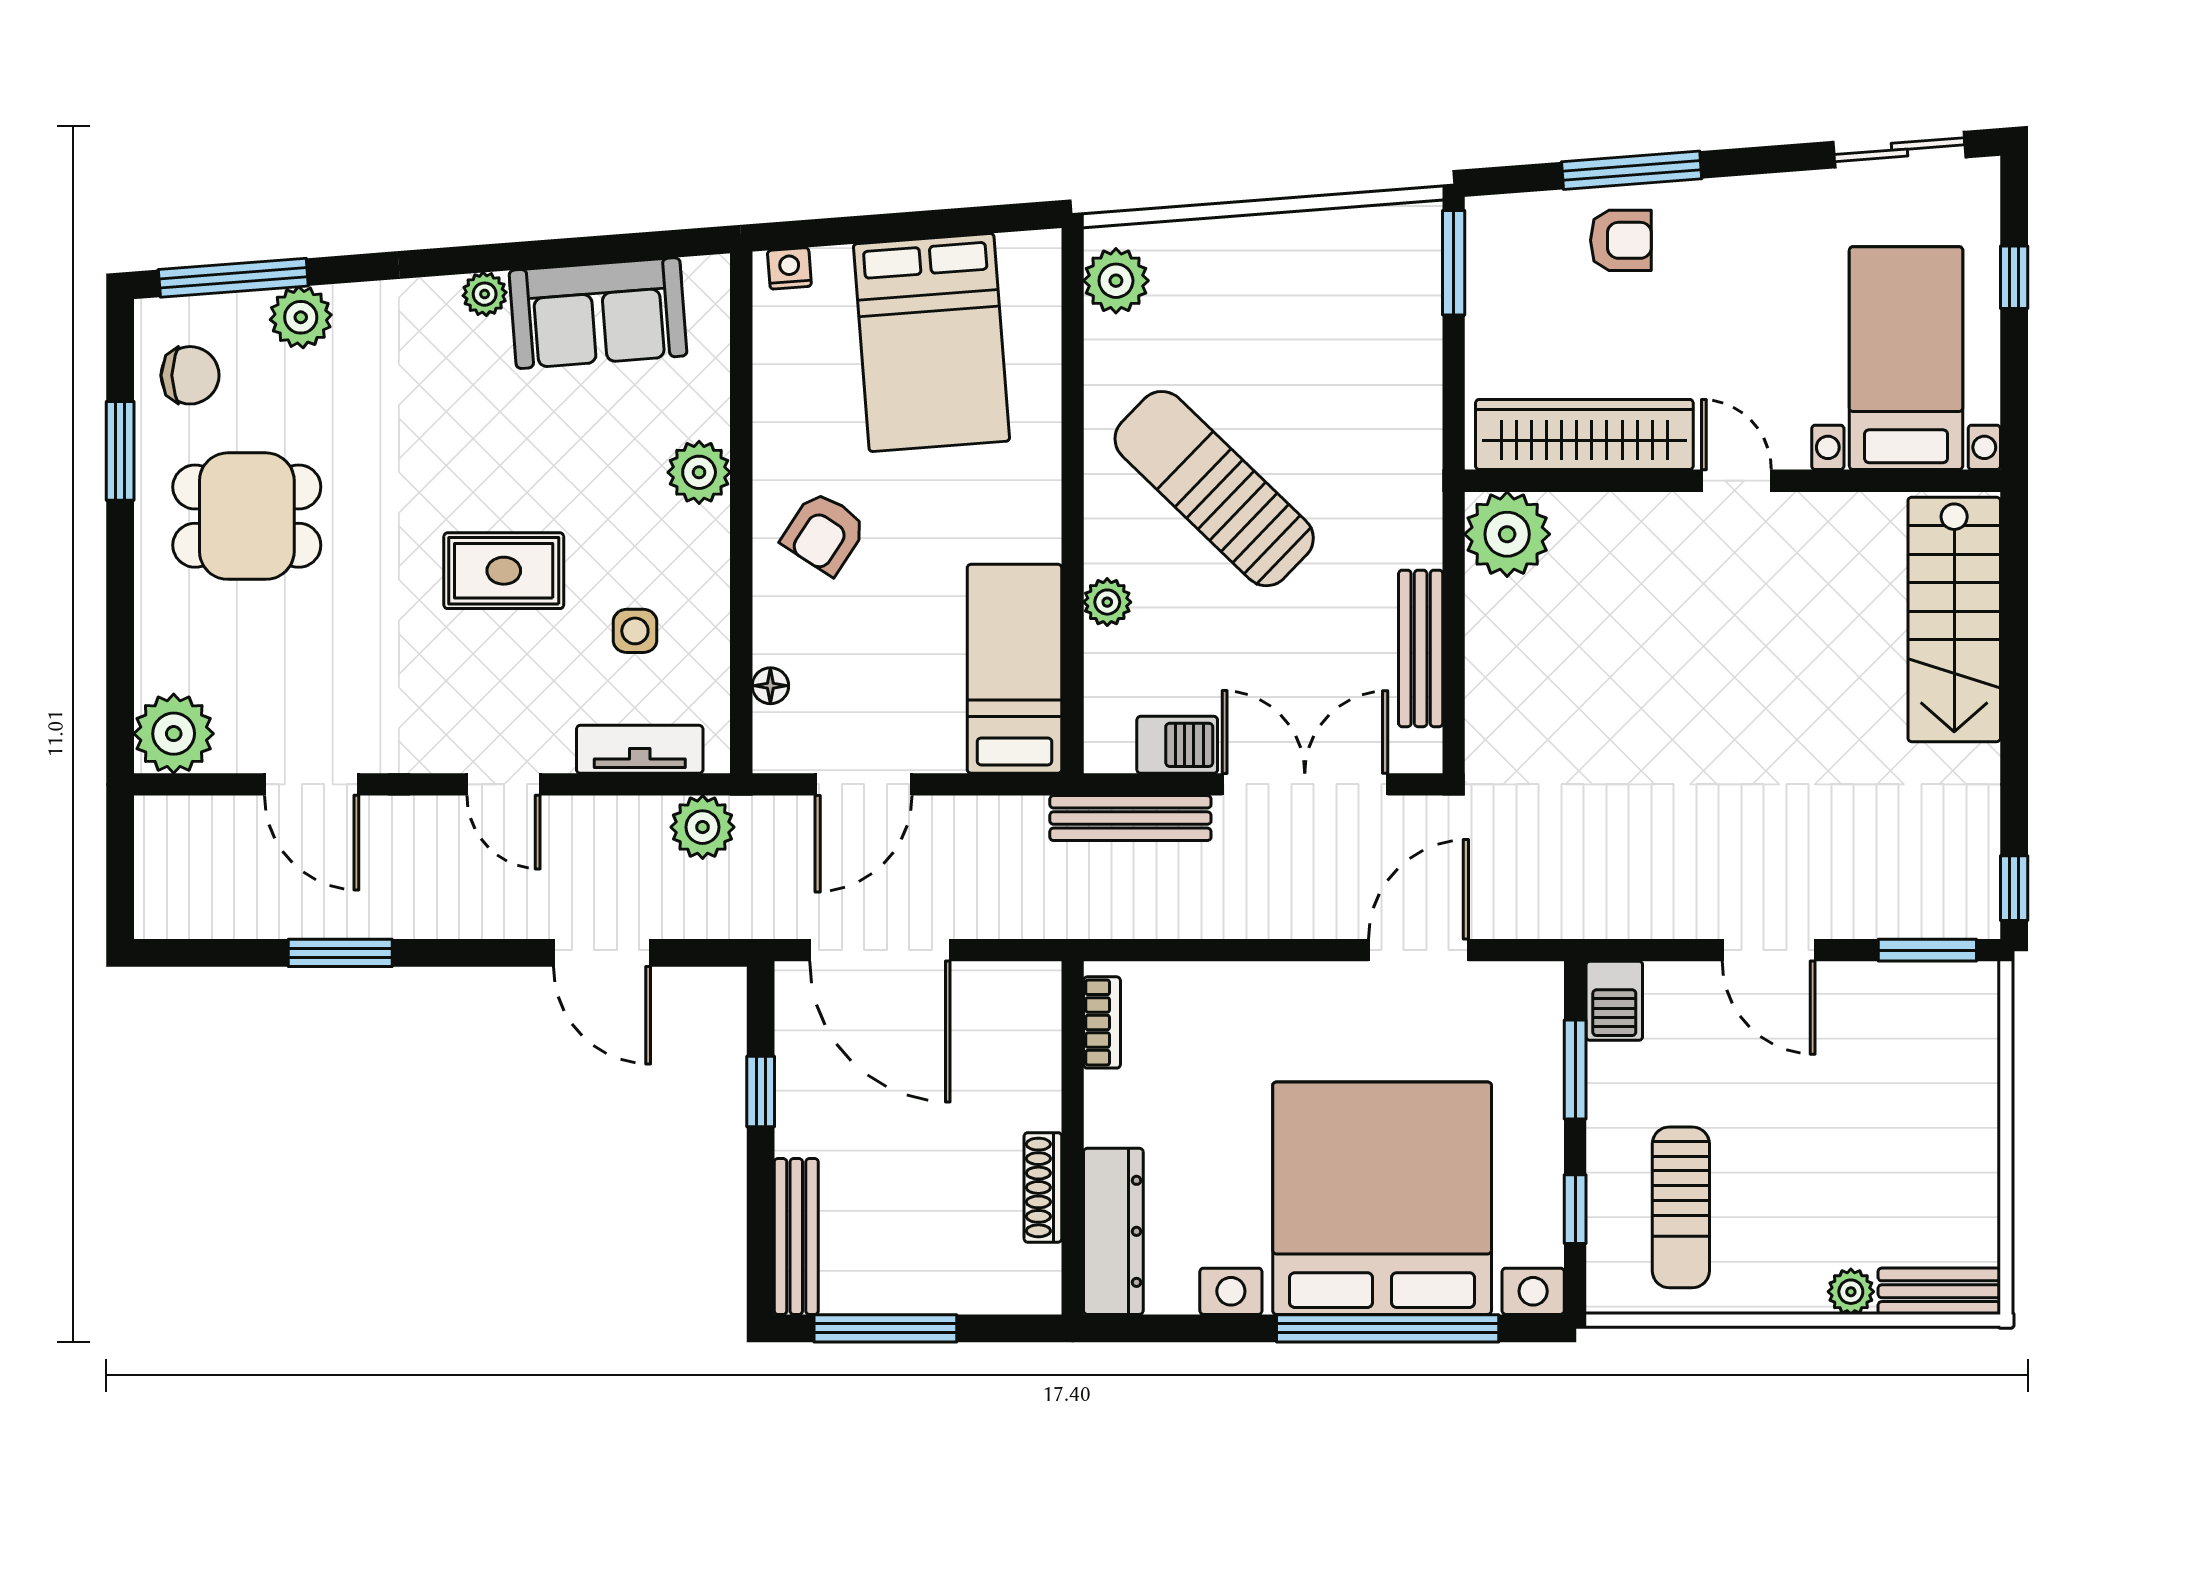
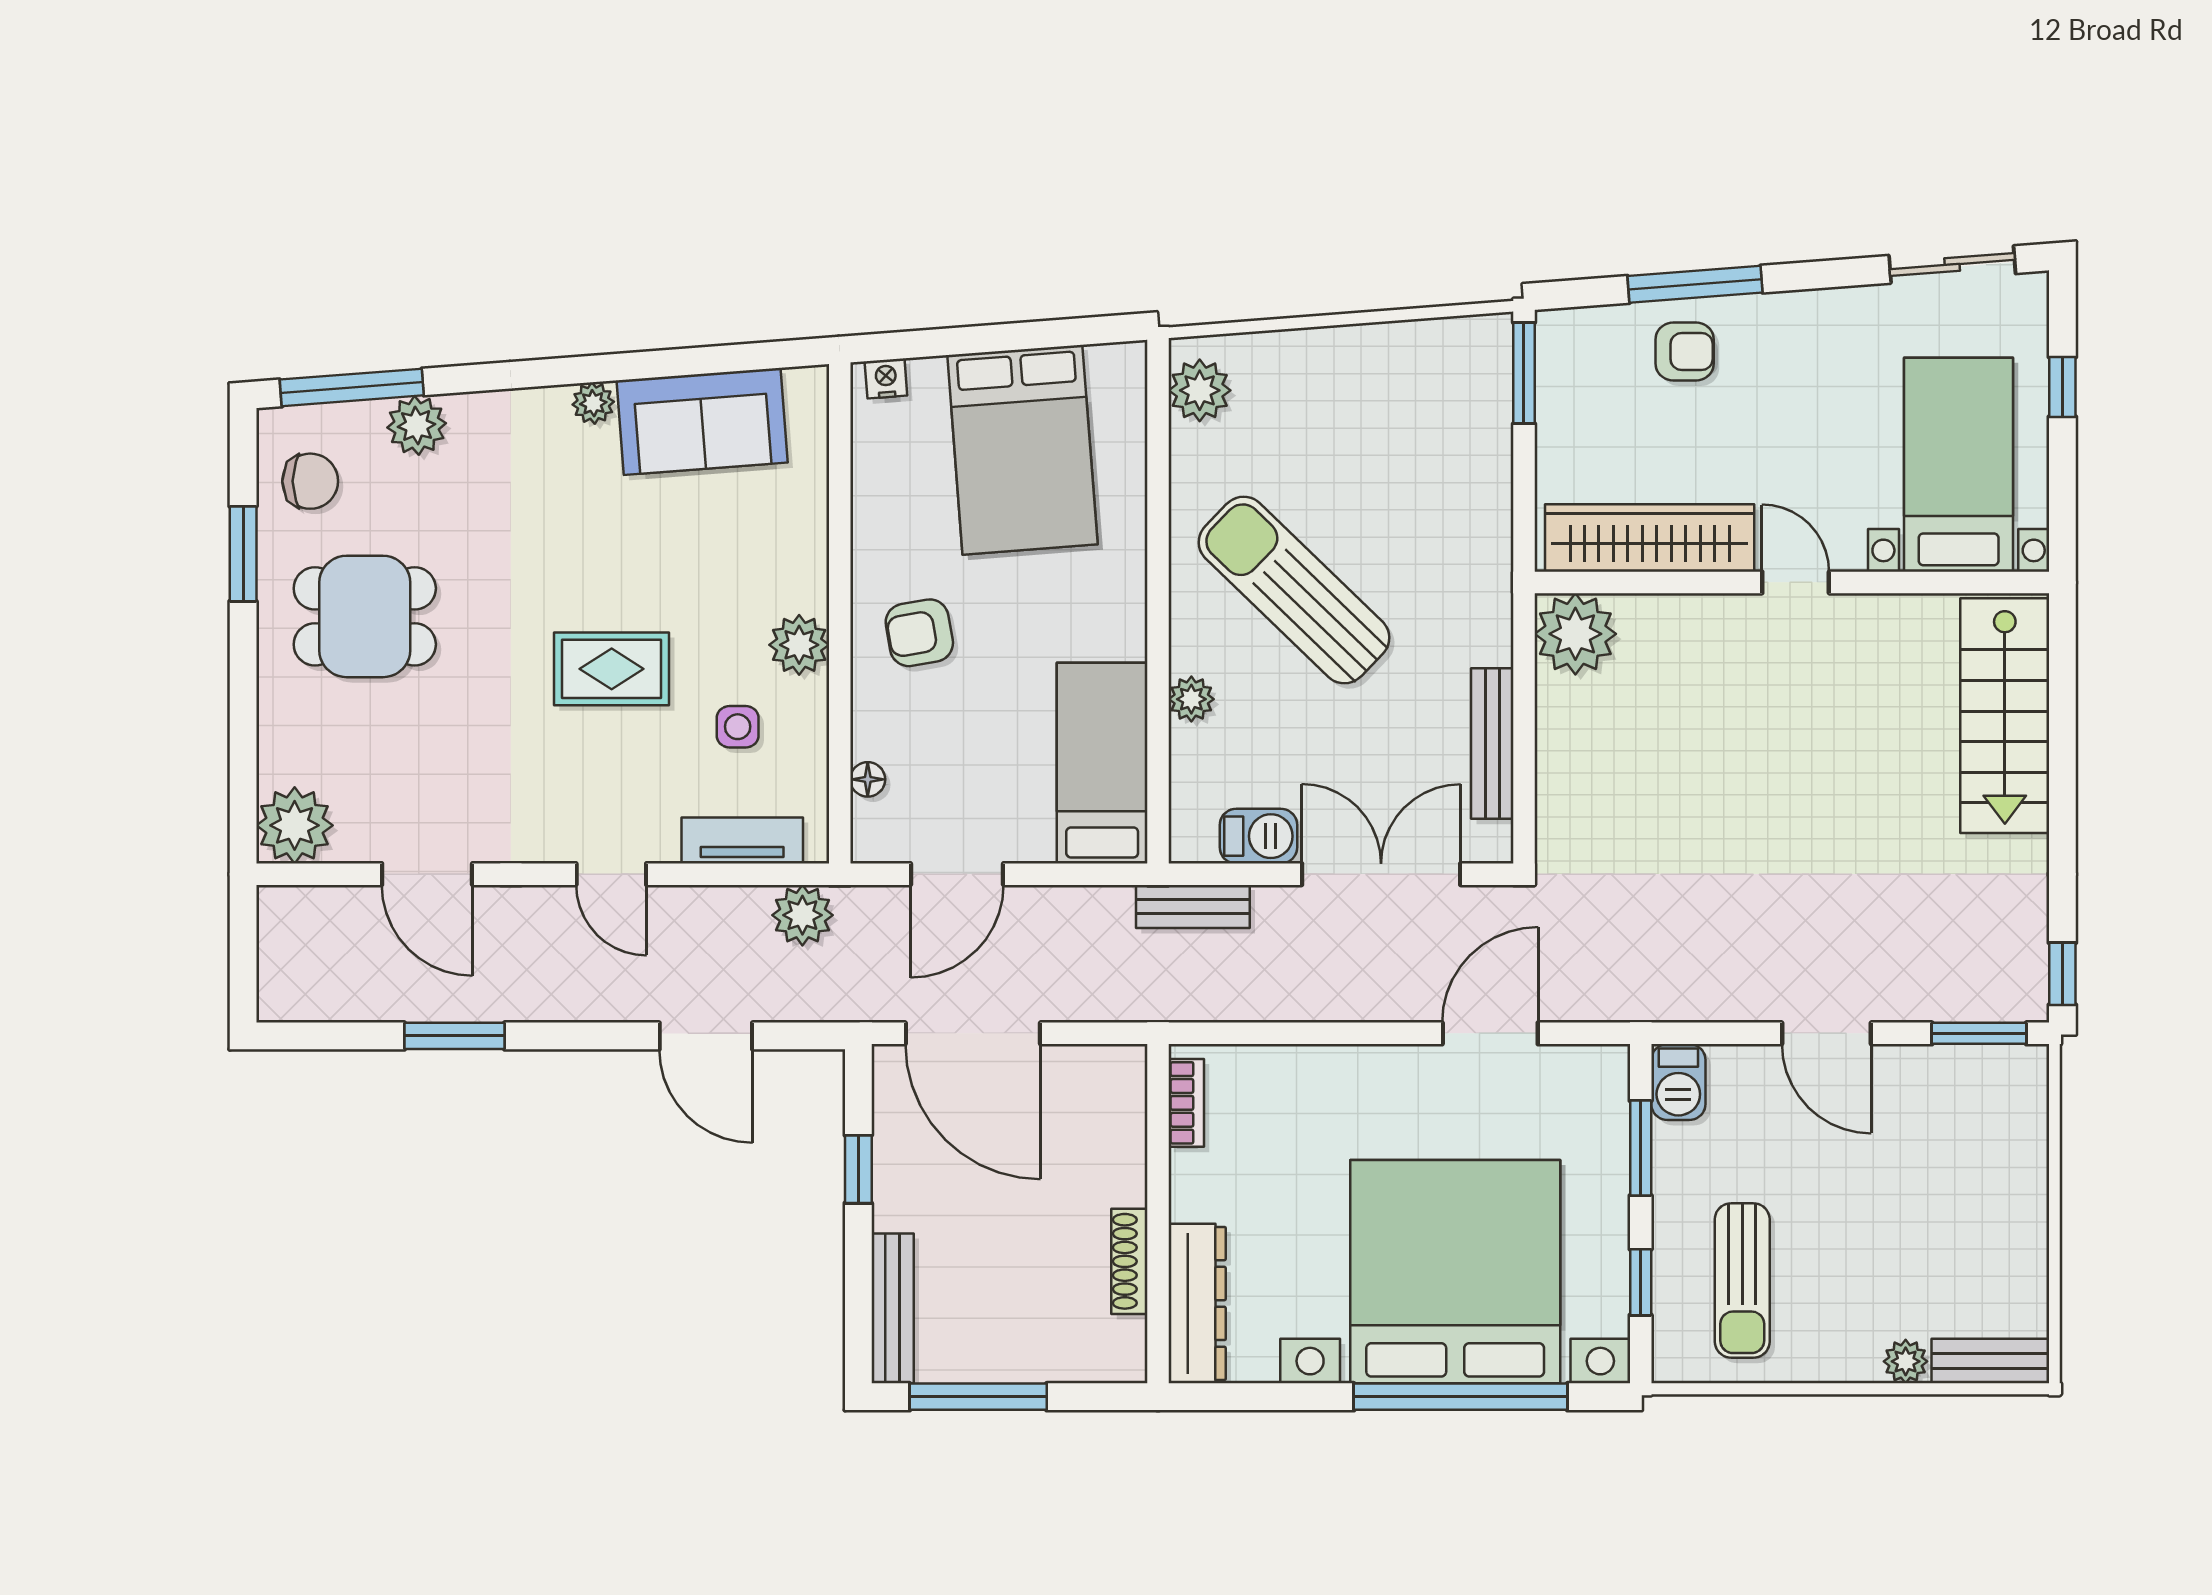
plant: (699, 472) -> (799, 645), moved
armchair: (824, 533) -> (919, 633), turned 47
bench: (1130, 818) -> (1193, 906), width x0.73

